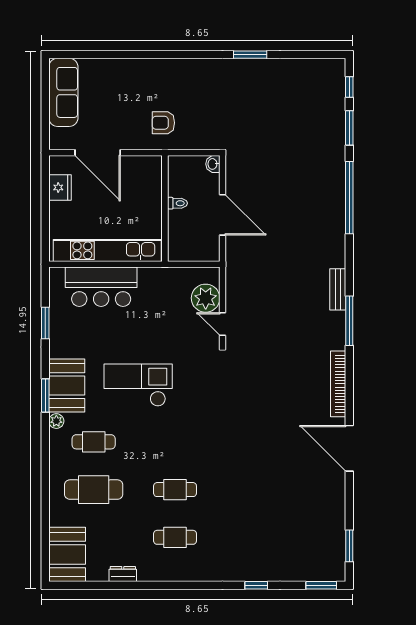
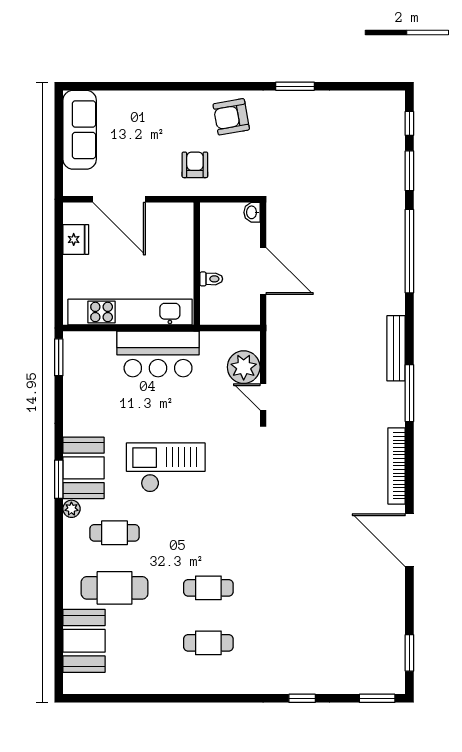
armchair: (195, 81) -> (231, 117), added
armchair: (163, 123) -> (195, 165), turned 90
toilet: (177, 203) -> (211, 279), moved
bar counter: (101, 287) -> (158, 354), moved
bench: (338, 289) -> (396, 348), width x1.36
window: (45, 323) -> (59, 357), moved
booth: (67, 554) -> (84, 641), moved
dresser: (123, 574) -> (148, 685), removed

